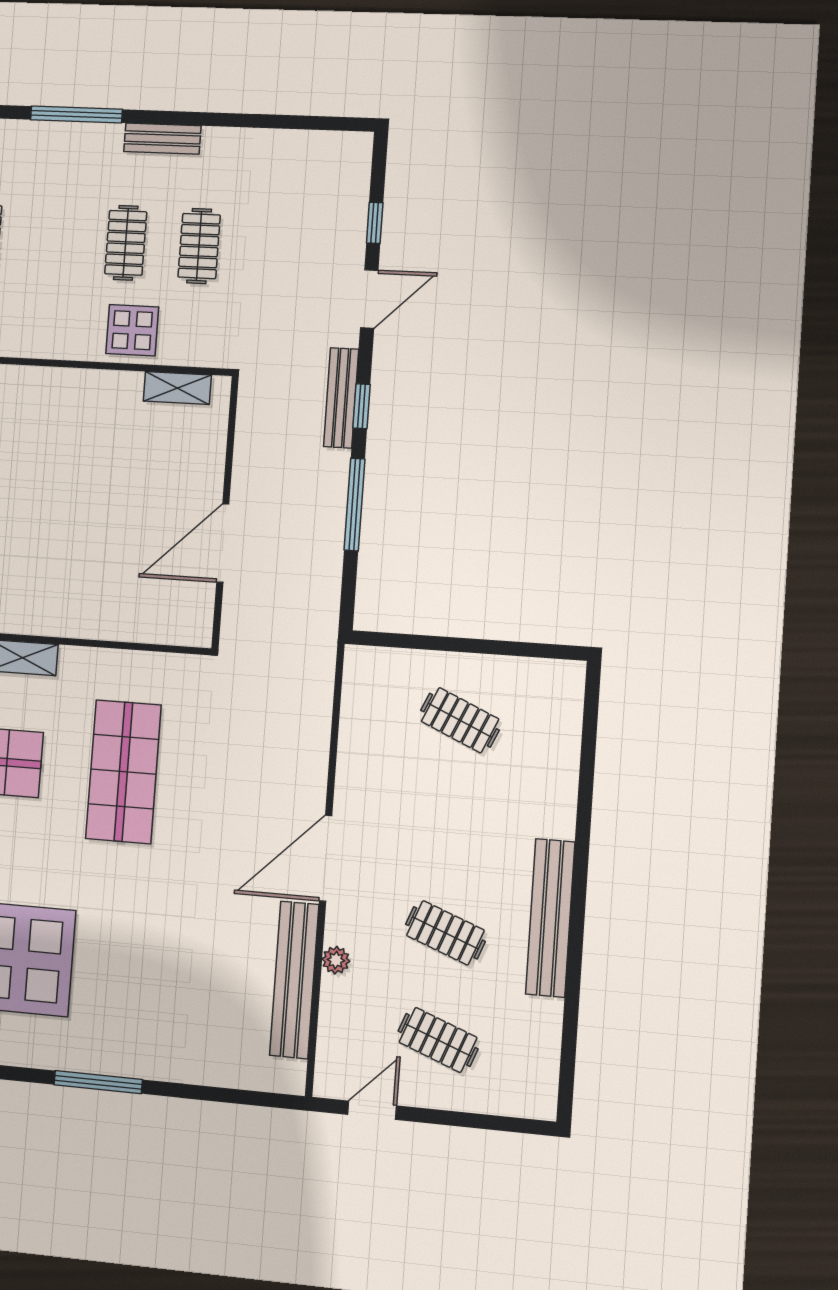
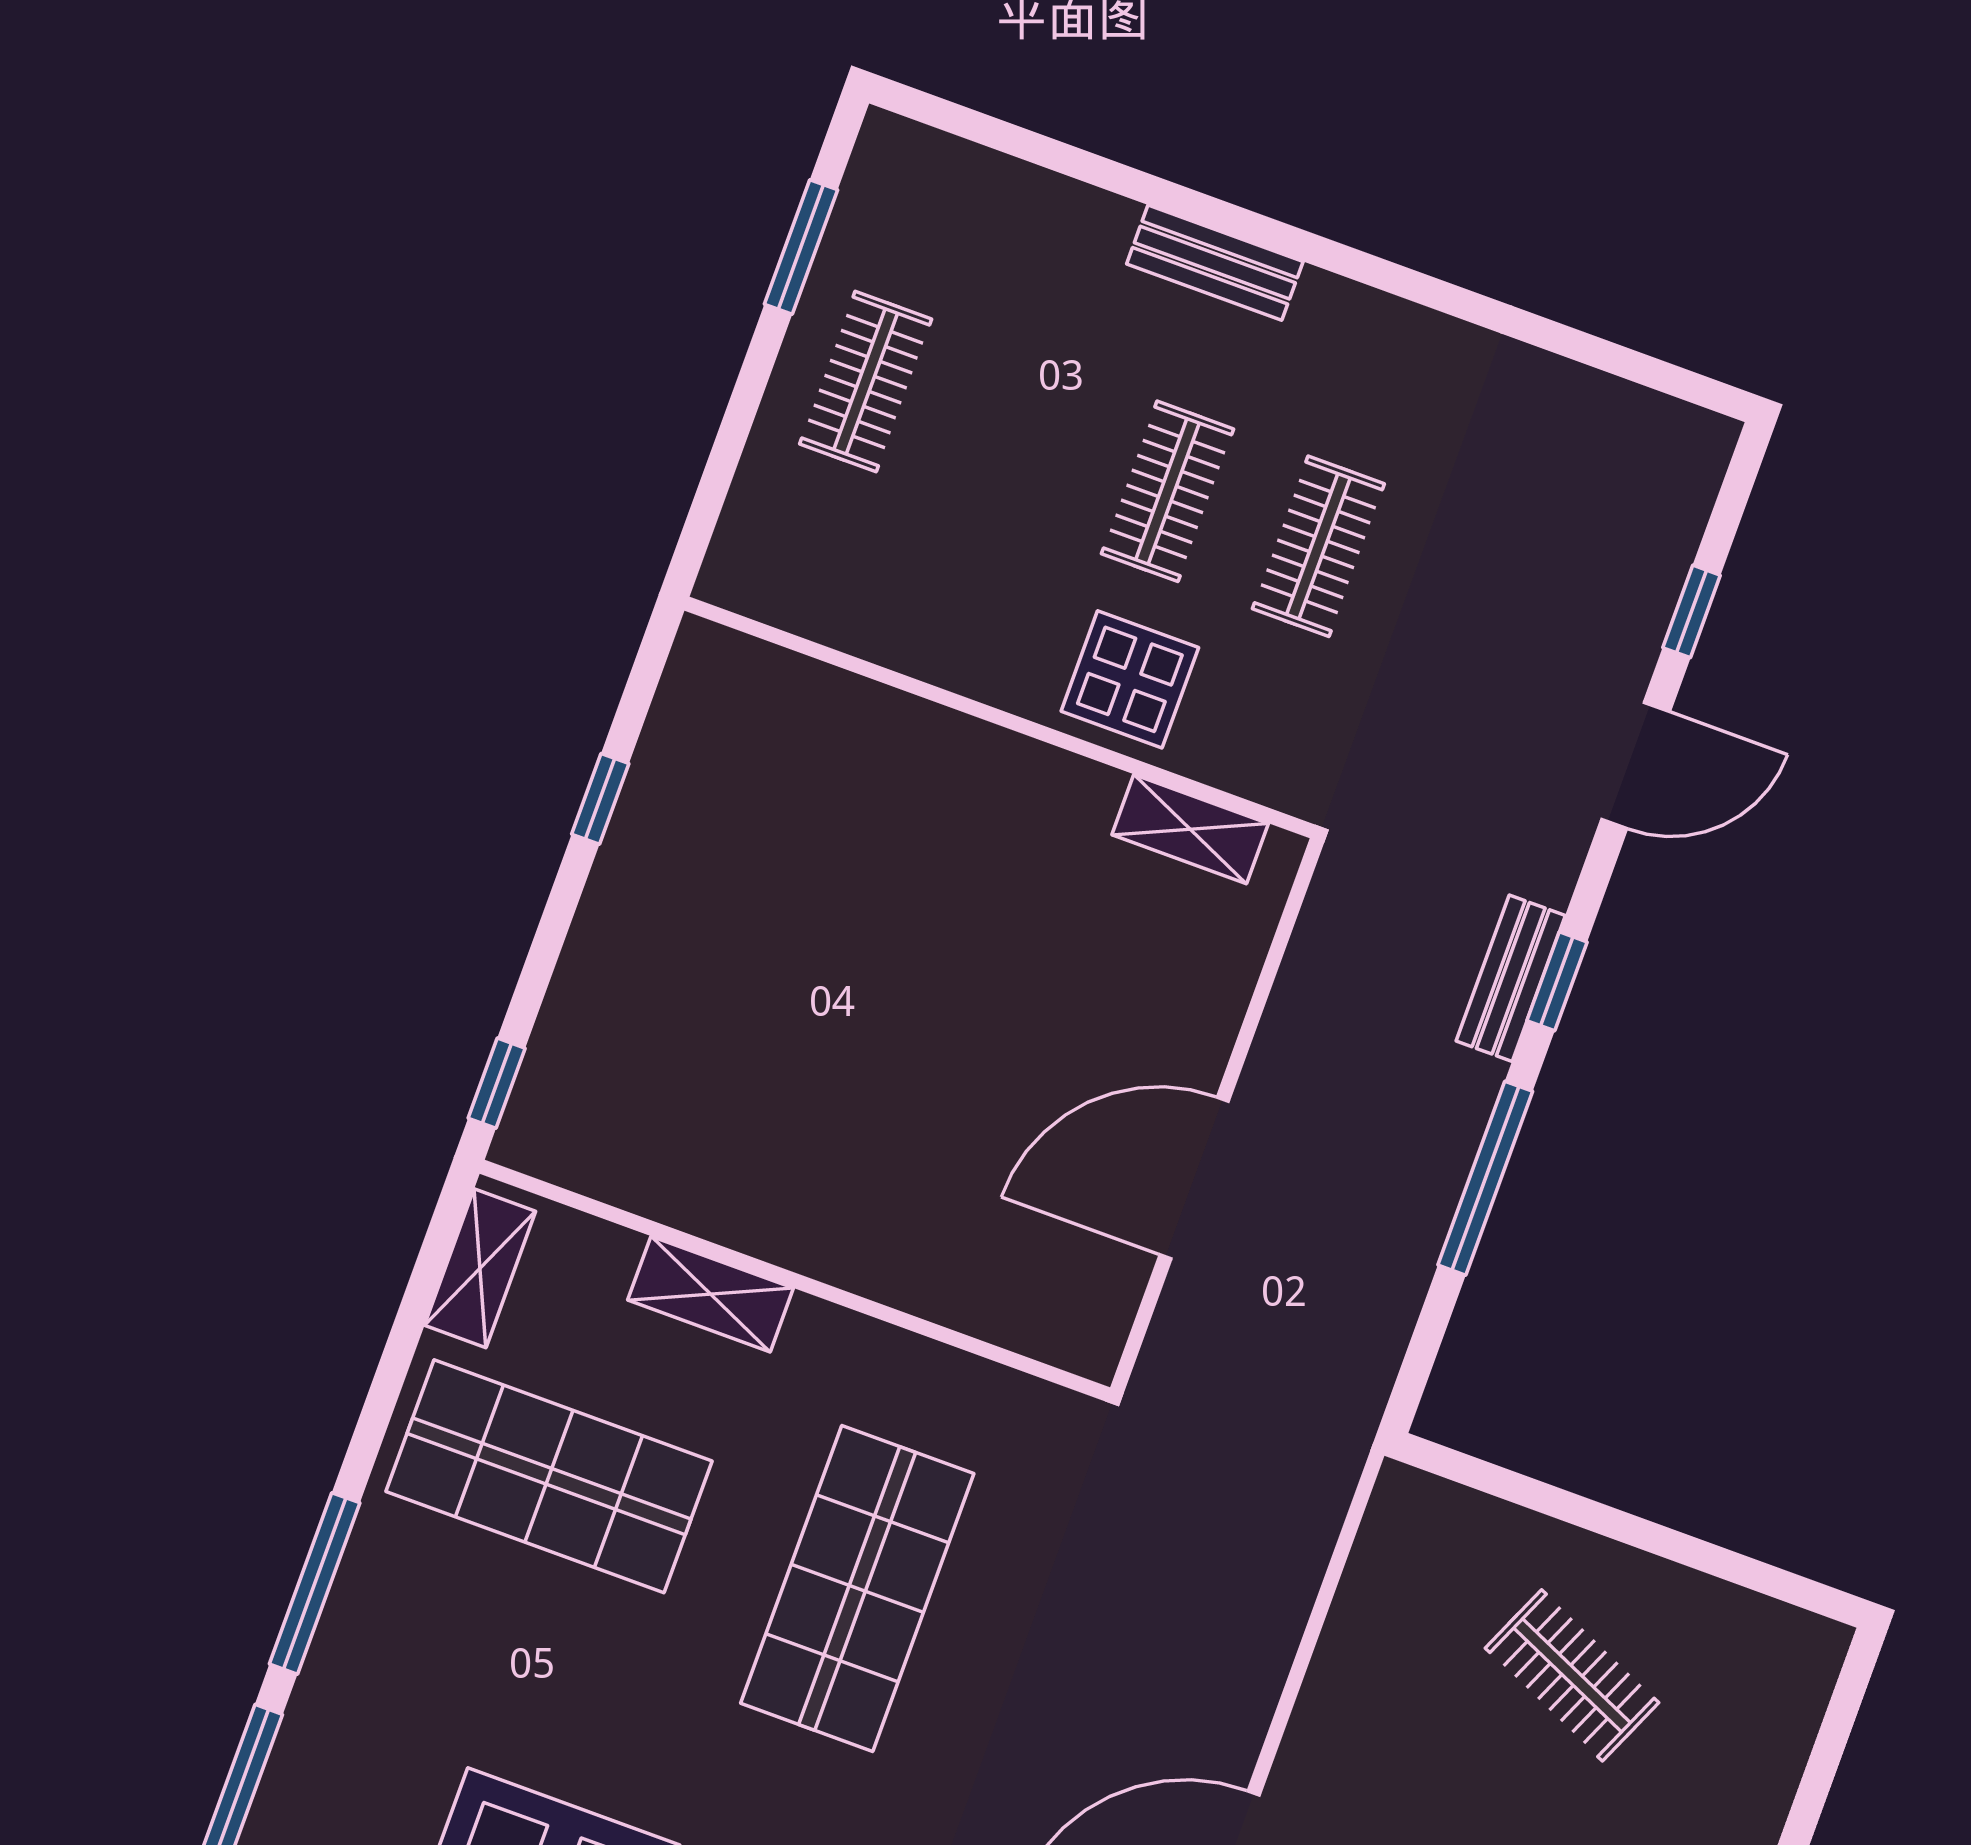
window: (76, 114) -> (1139, 186), removed
bench: (162, 139) -> (1215, 263), moved
bench: (341, 398) -> (1511, 978), width x0.73

